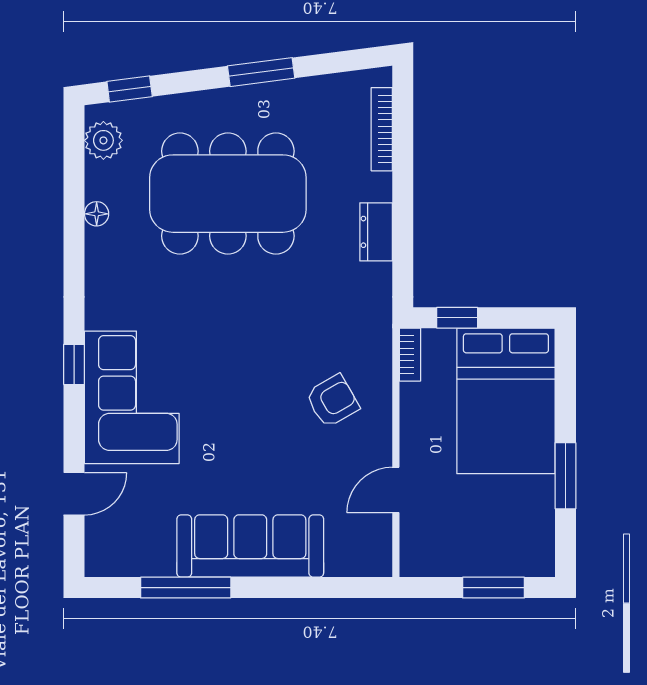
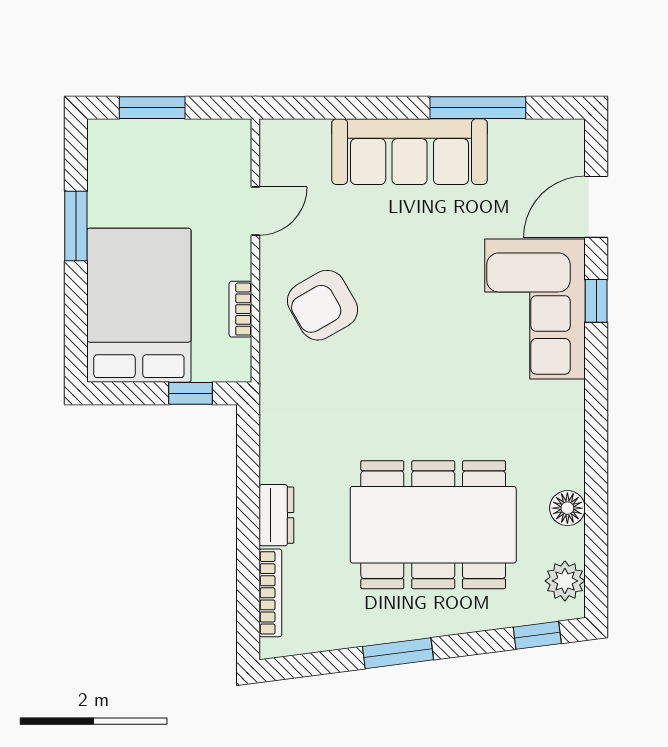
floor lamp: (97, 214) -> (567, 508), width x1.37, depth x1.37
dresser: (376, 232) -> (276, 515), moved
bookcase: (410, 355) -> (240, 309), moved
window: (74, 364) -> (596, 301), moved
armchair: (332, 401) -> (323, 305), width x1.38, depth x1.38
door: (74, 494) -> (596, 207), width x1.38

